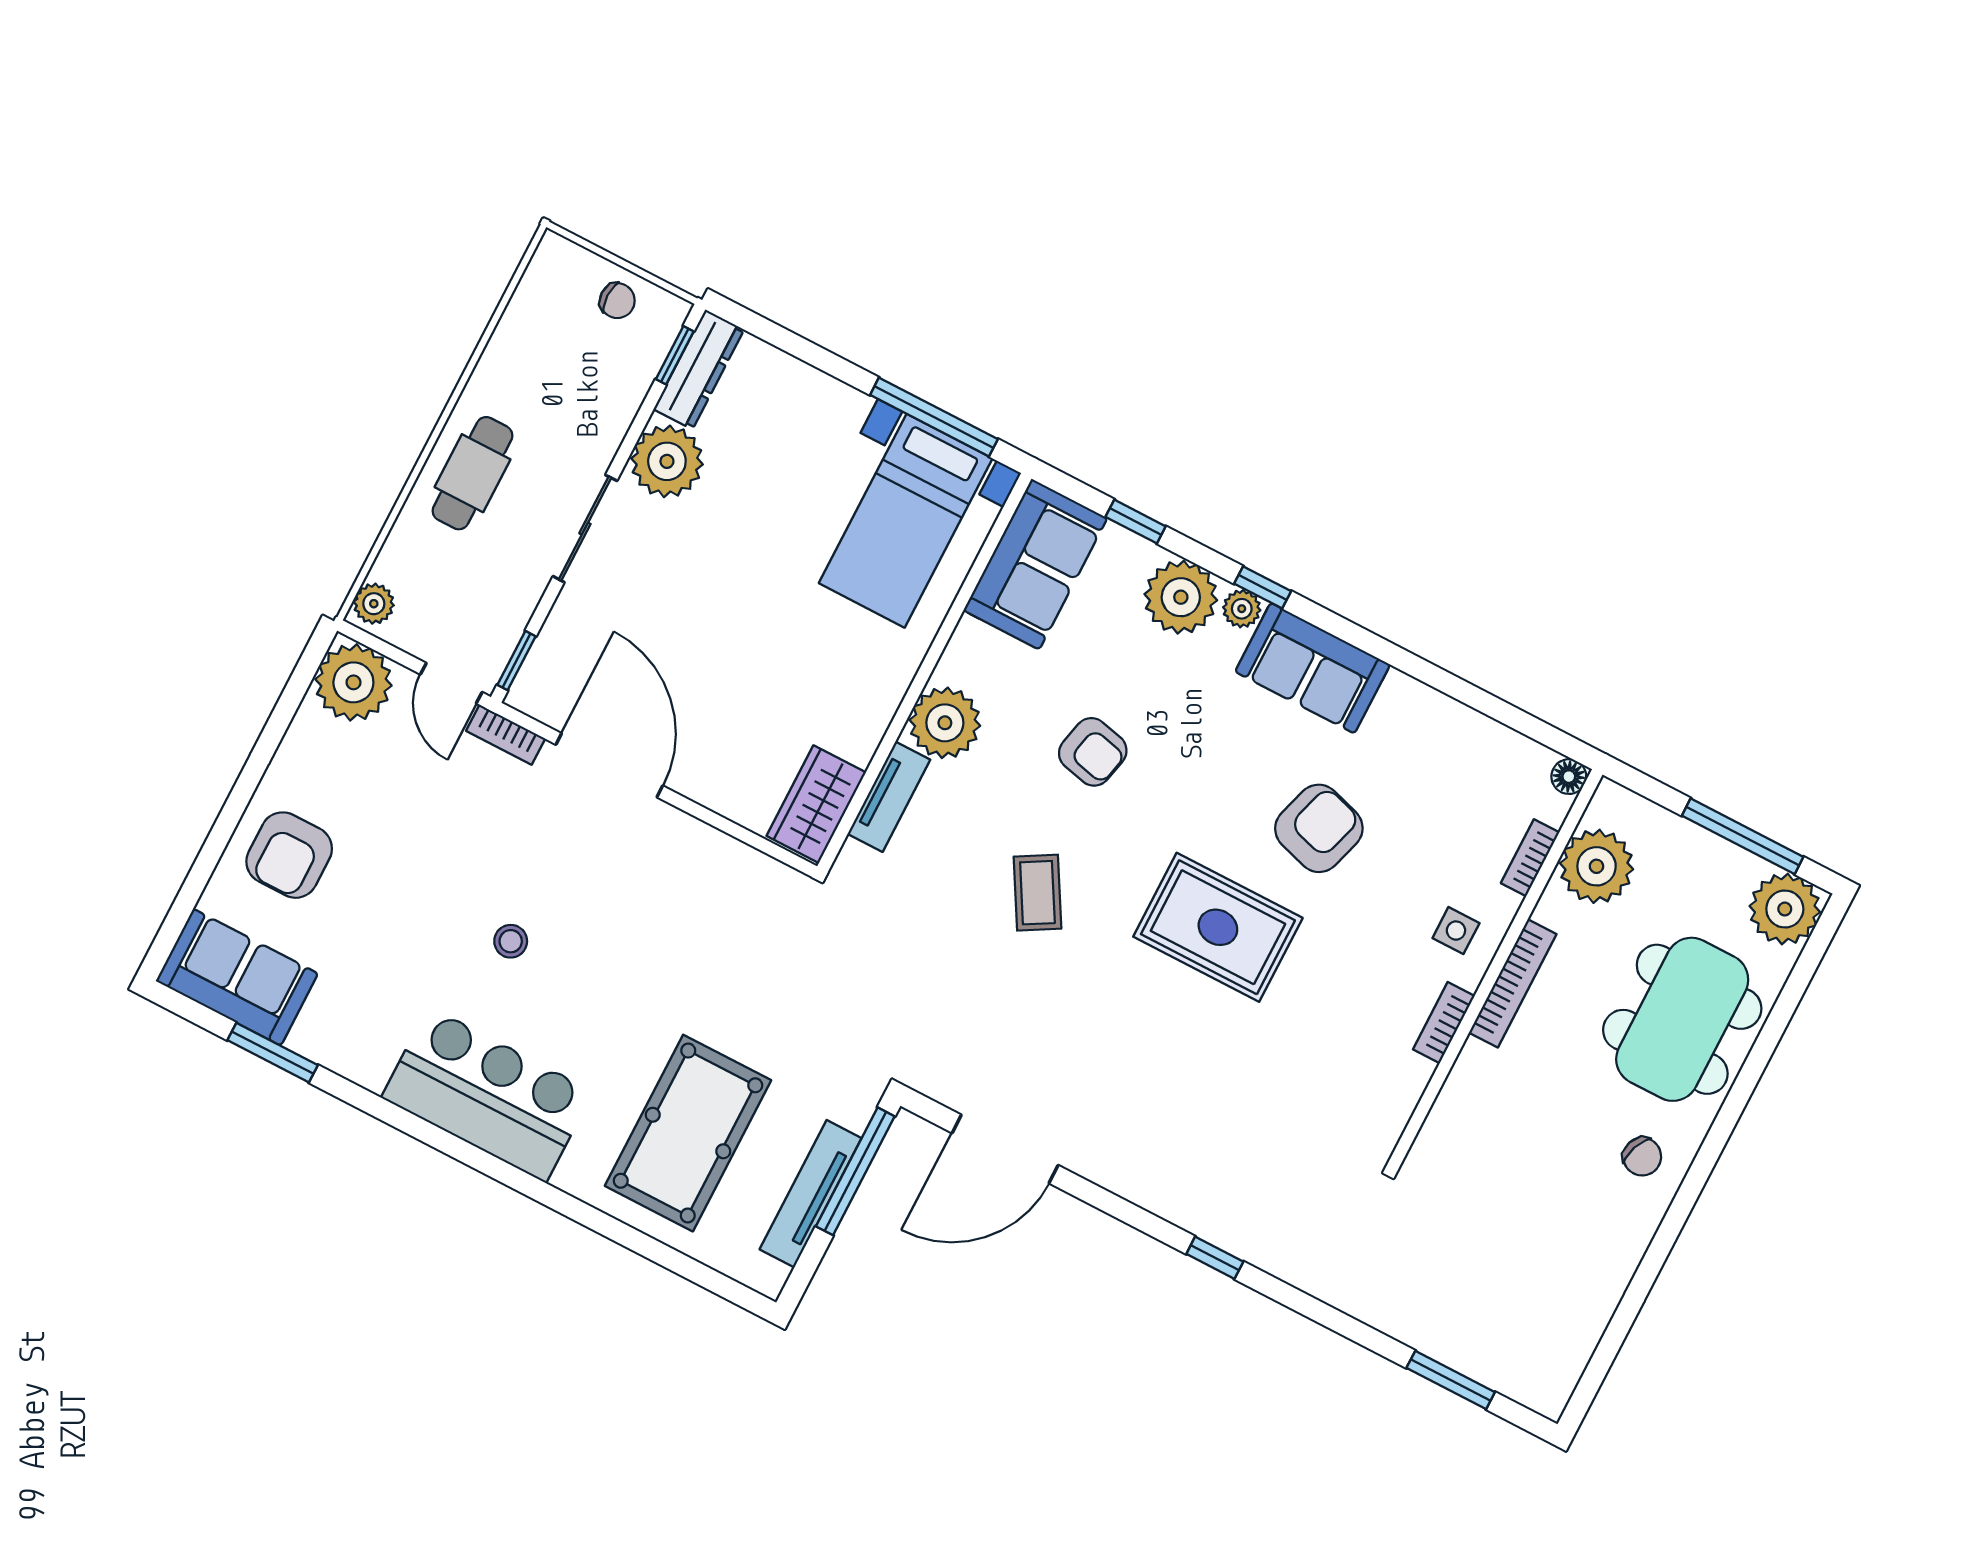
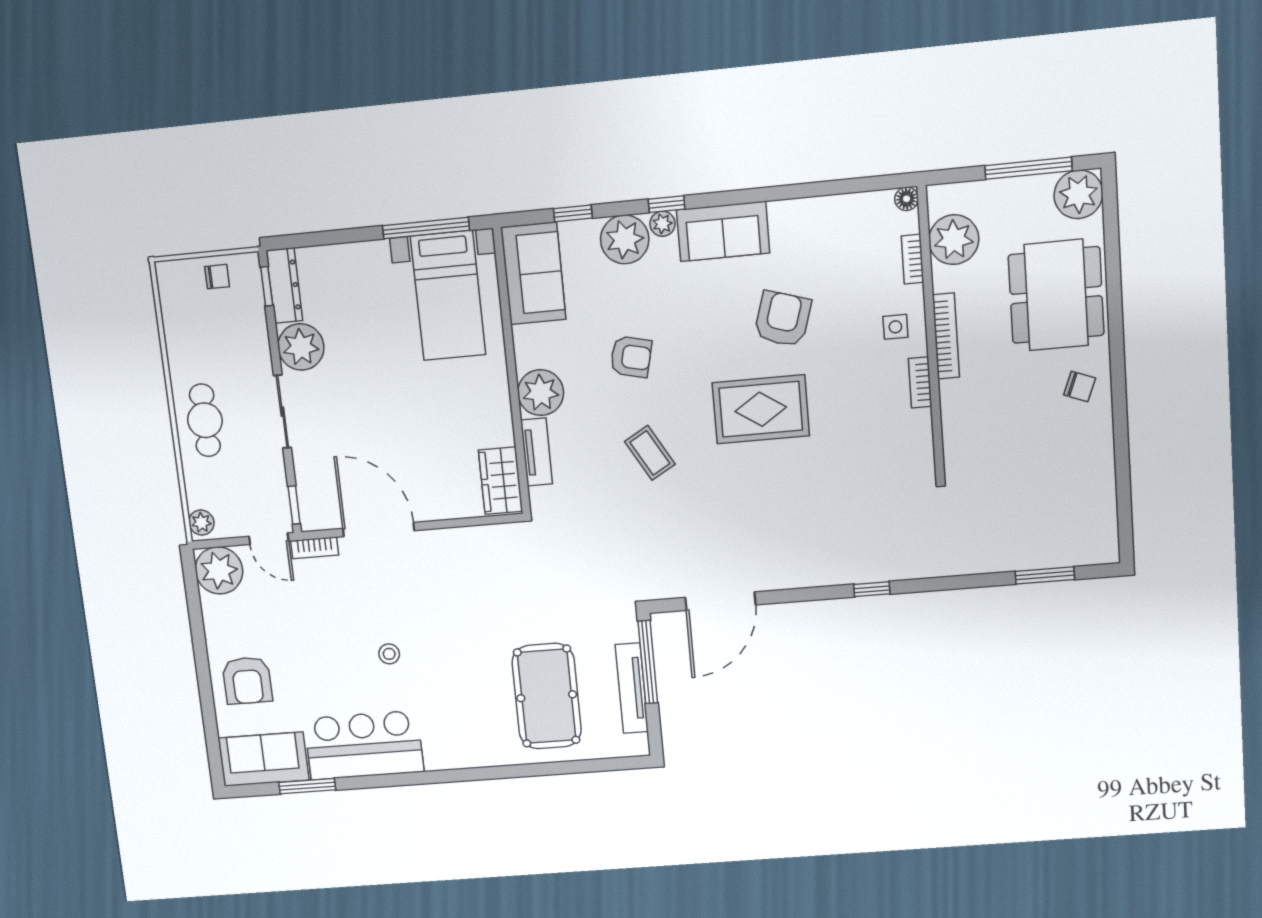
bar counter: (487, 1095) -> (364, 745), moved

